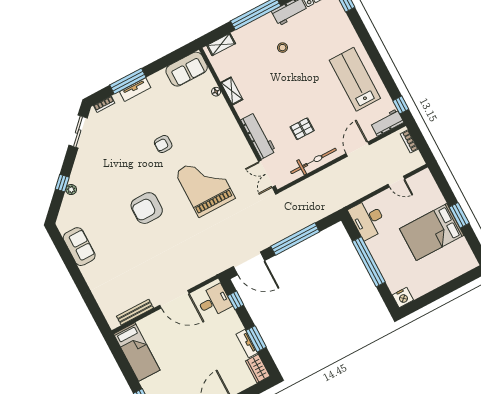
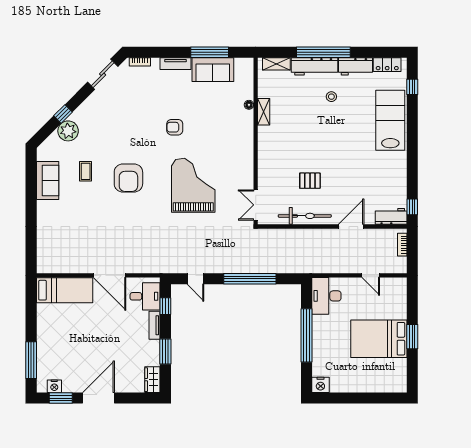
sofa: (187, 69) -> (213, 70), moved
lab bench: (355, 79) -> (390, 120), moved
window: (128, 81) -> (210, 52), moved
workbench: (258, 136) -> (314, 66), moved, turned 90
plant: (71, 190) -> (68, 131), width x1.88, depth x1.88
armchair: (147, 208) -> (128, 178), turned -90
coffee table: (107, 222) -> (86, 171), added
door: (249, 263) -> (195, 279), width x0.53
bench: (135, 312) -> (67, 268), removed
tv unit: (247, 344) -> (155, 325), moved
bed: (137, 352) -> (65, 290), moved, turned -90

